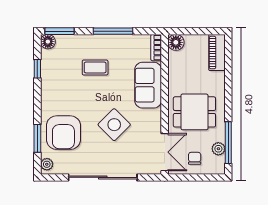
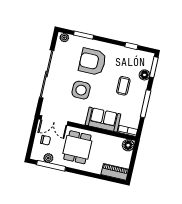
floor lamp: (48, 42) -> (144, 75), moved
side table: (114, 125) -> (81, 90), turned 45
armchair: (63, 133) -> (92, 62), moved

